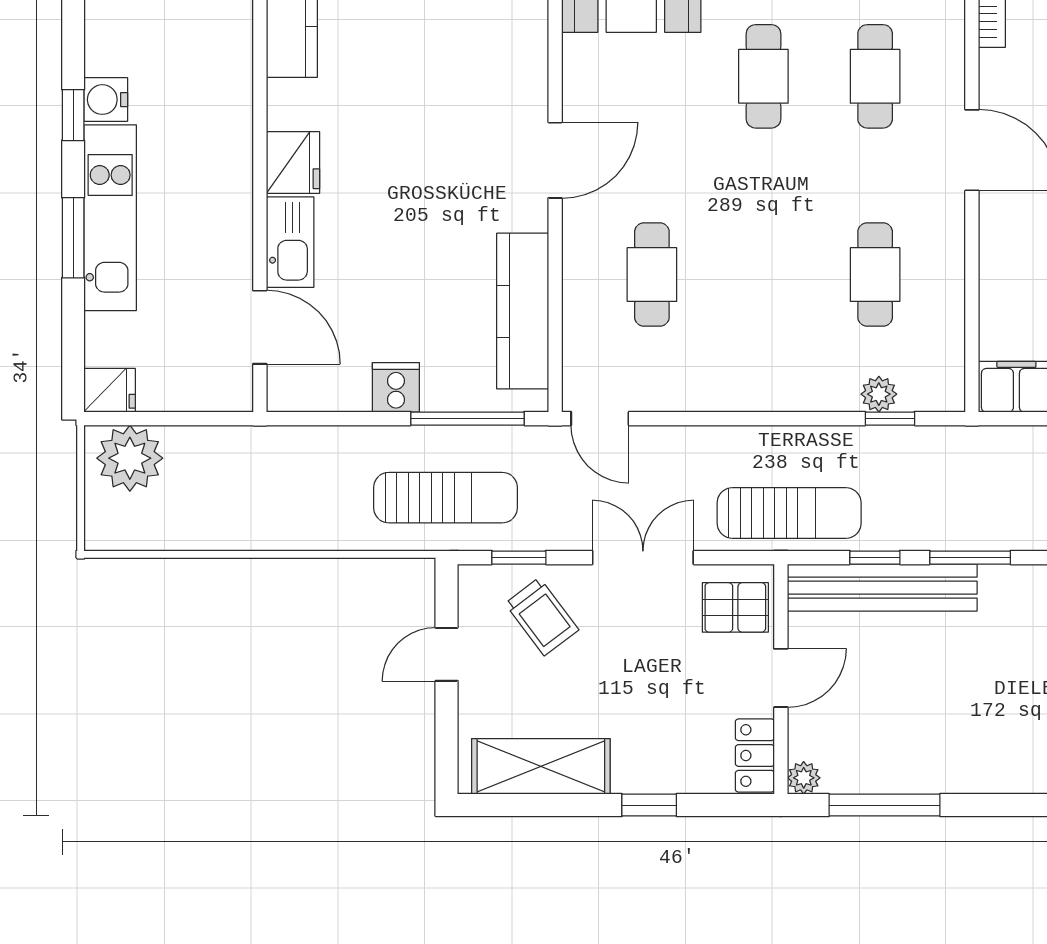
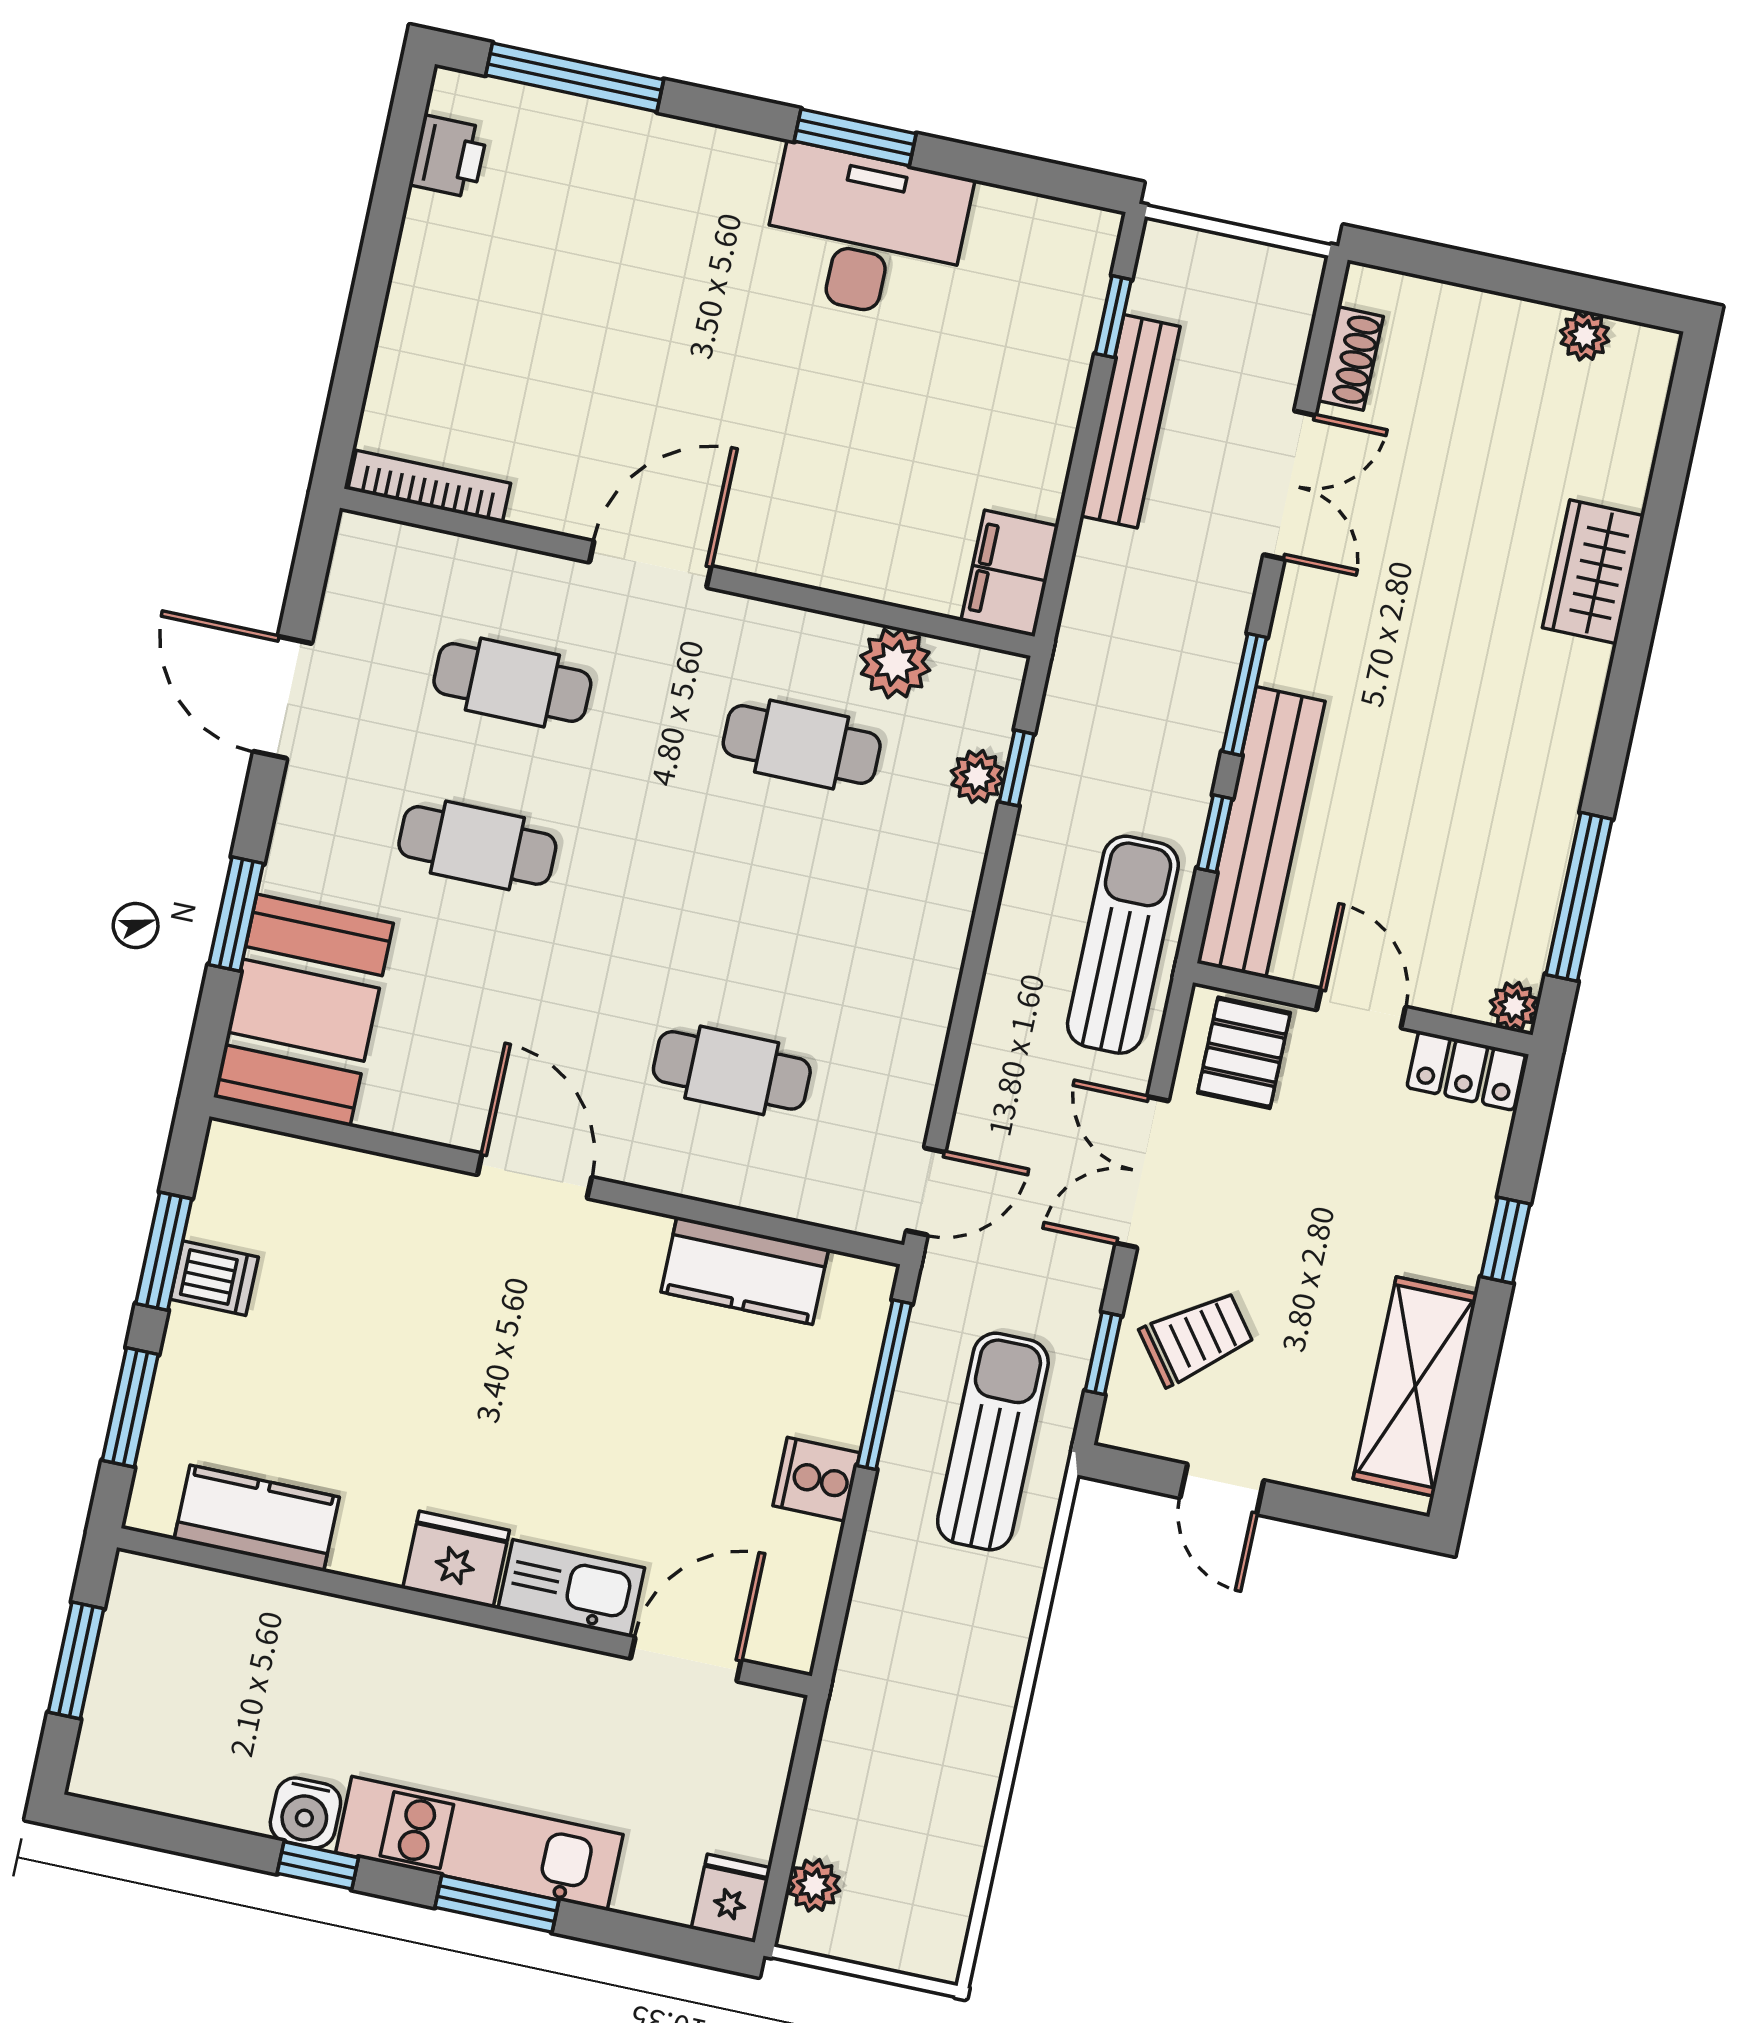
kitchen counter: (523, 311) -> (745, 1271), width x0.67
plant: (942, 324) -> (895, 663), added
plant: (130, 458) -> (814, 1885), width x0.53, depth x0.53

